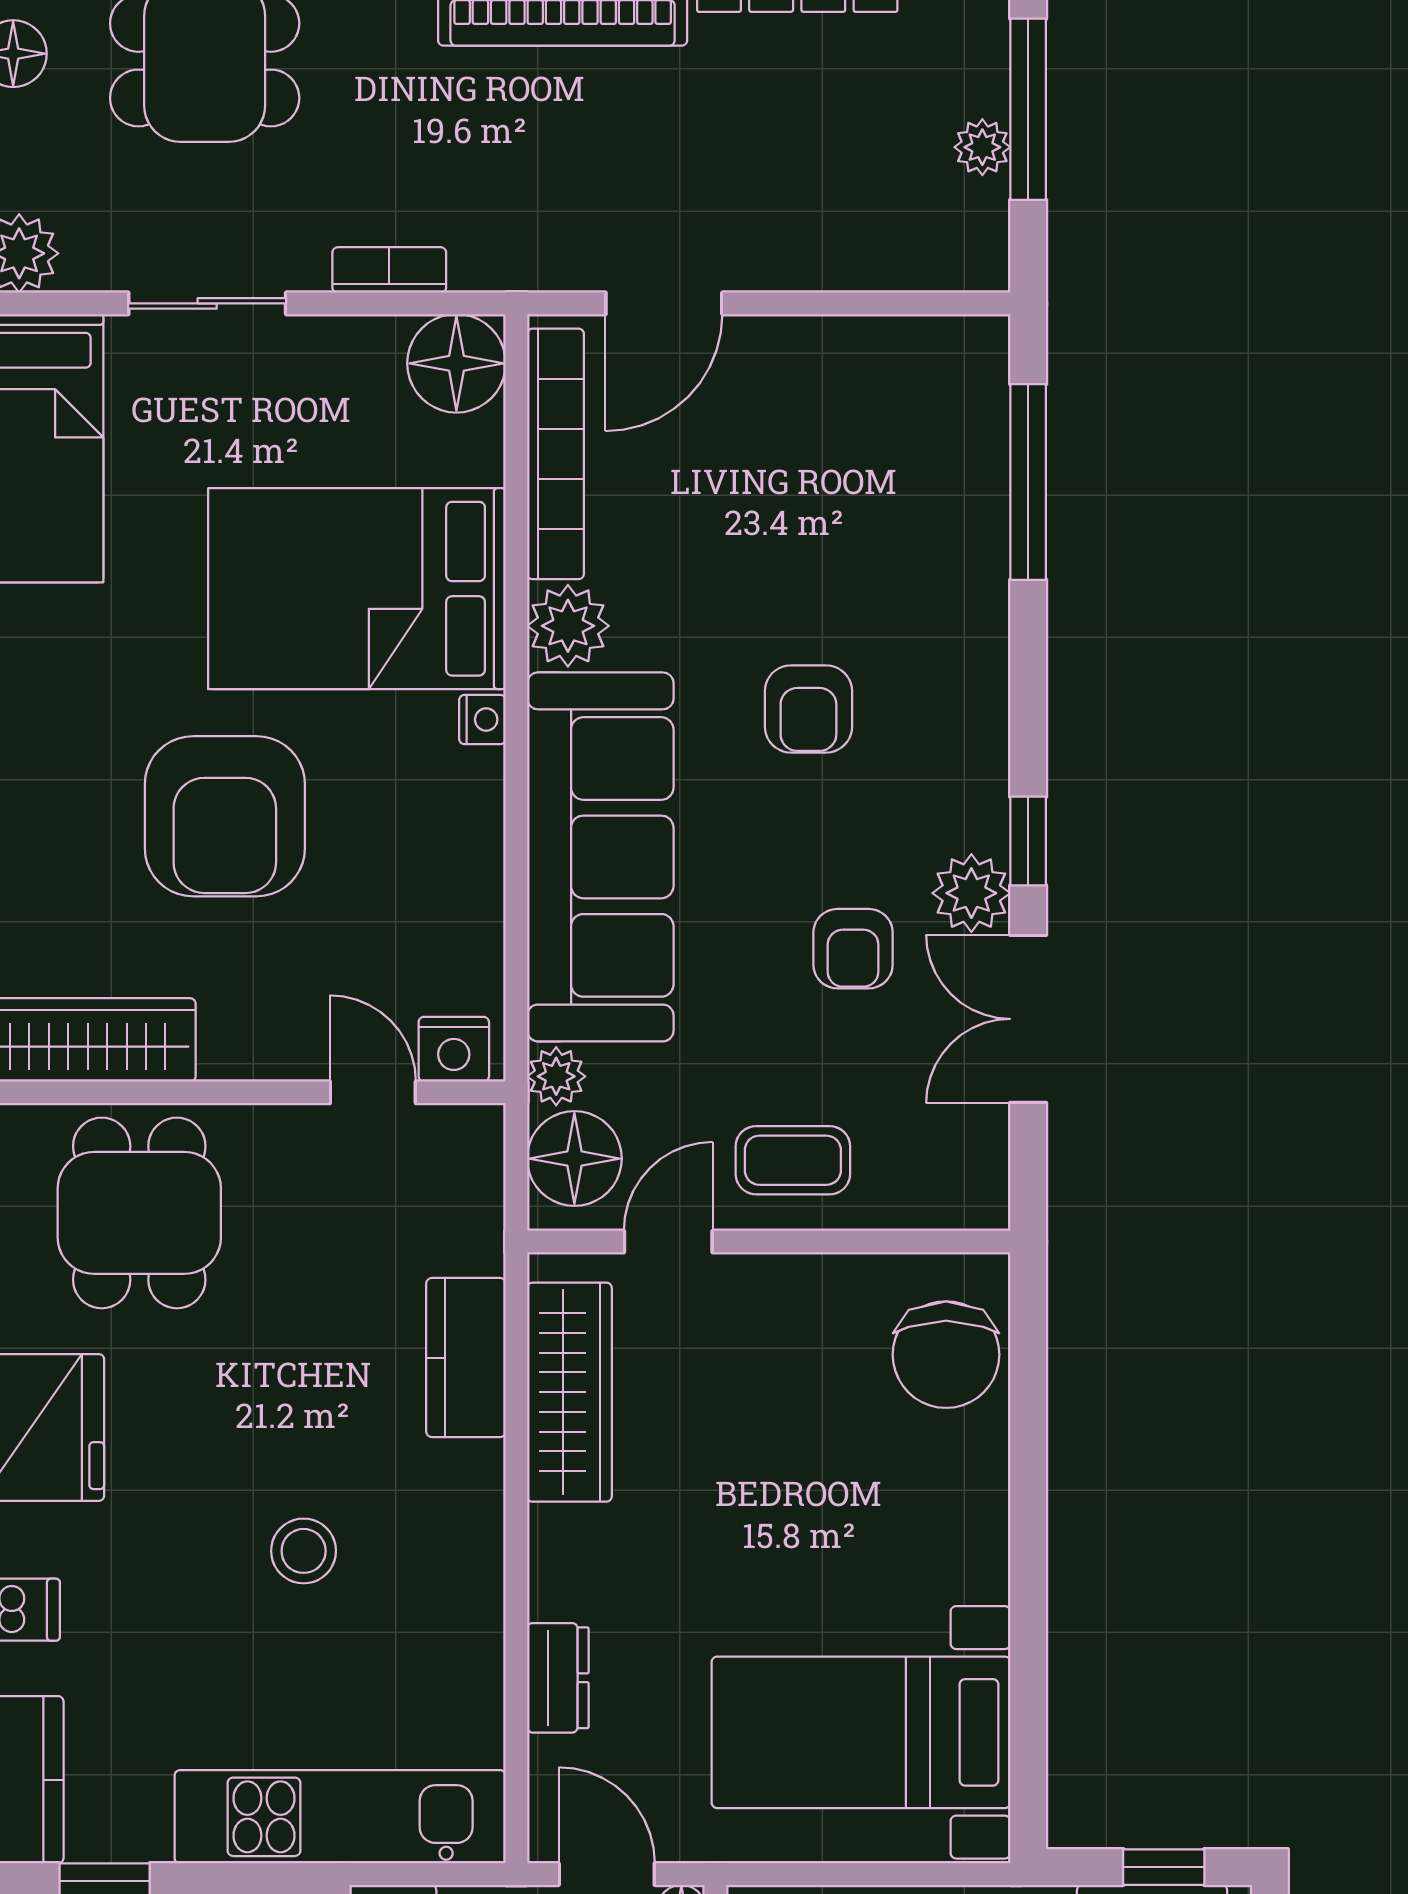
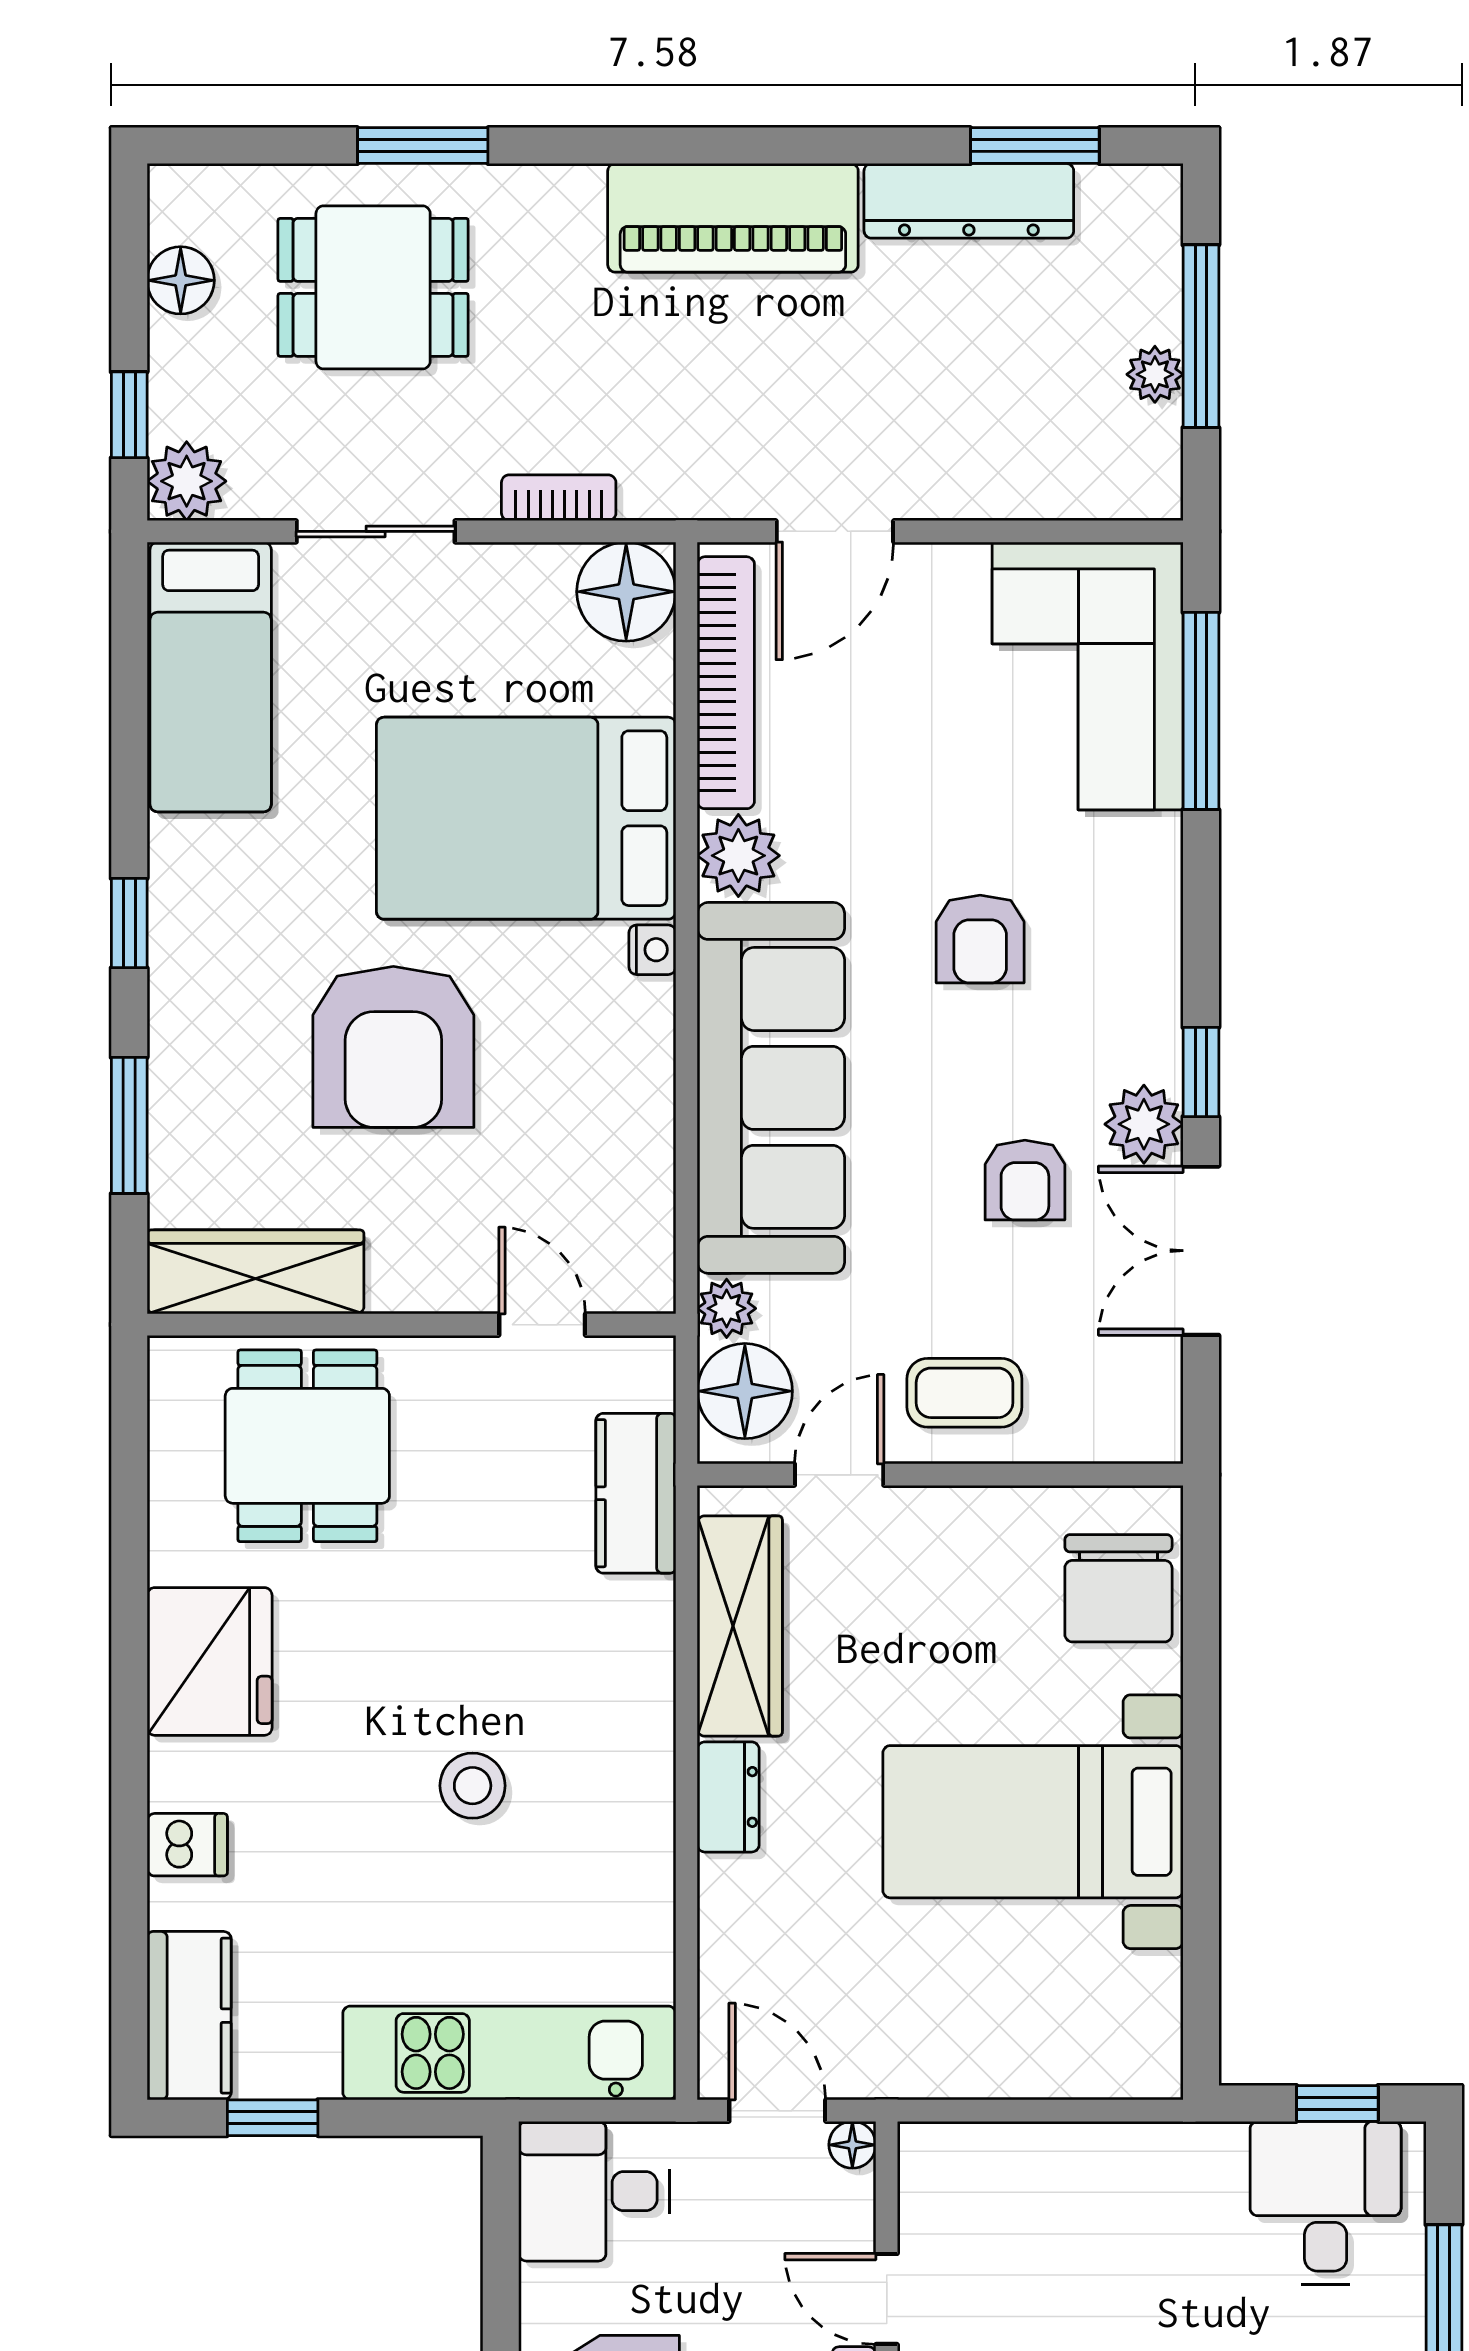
corner sofa: (915, 447) -> (1088, 676), added
nightstand: (454, 1049) -> (624, 1281), removed
kitchen counter: (466, 1358) -> (636, 1493), moved
dresser: (558, 1678) -> (728, 1797), moved
bed with nightstands: (861, 1732) -> (1033, 1822), moved

